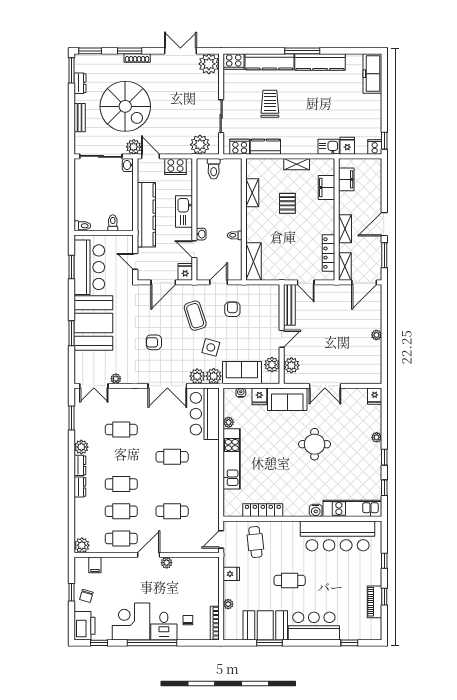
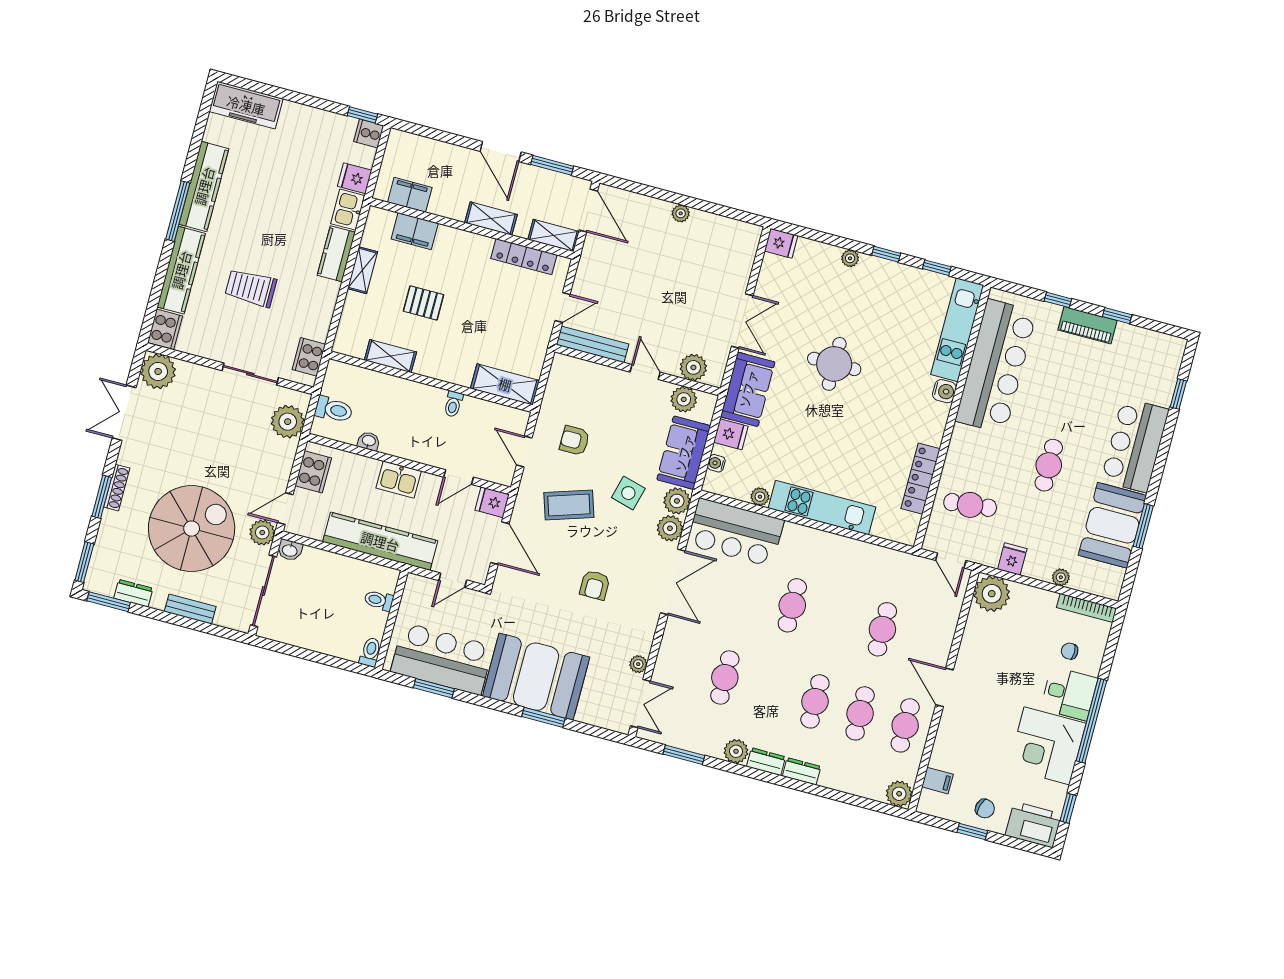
kitchen counter: (265, 147) -> (336, 254), moved
kitchen sink: (184, 211) -> (399, 479), width x0.73
washbasin: (201, 234) -> (369, 441), moved
plant: (167, 563) -> (992, 594), moved, width x1.88, depth x1.88
piano: (374, 602) -> (1087, 325), moved

